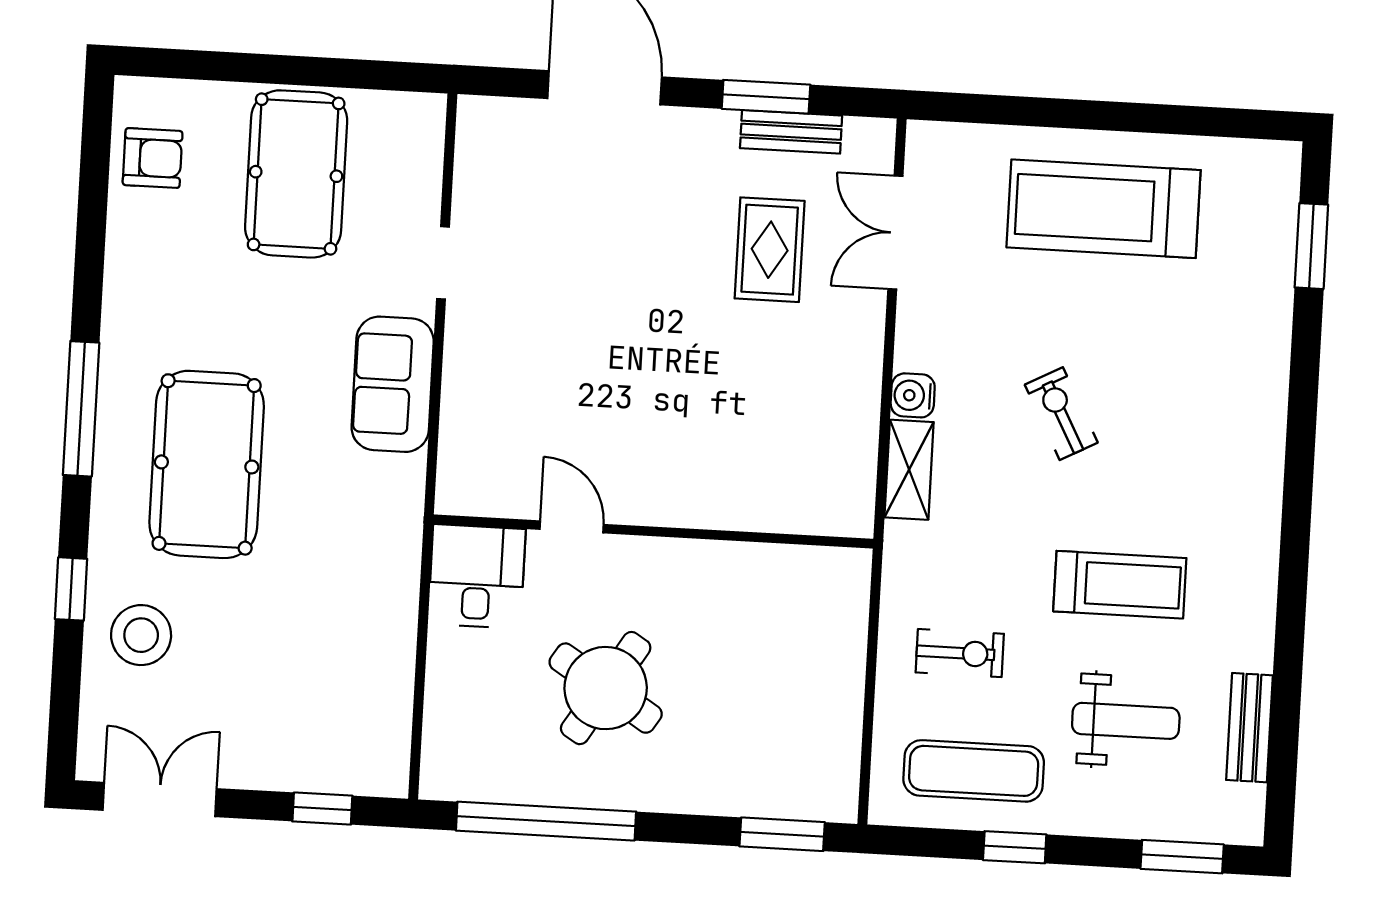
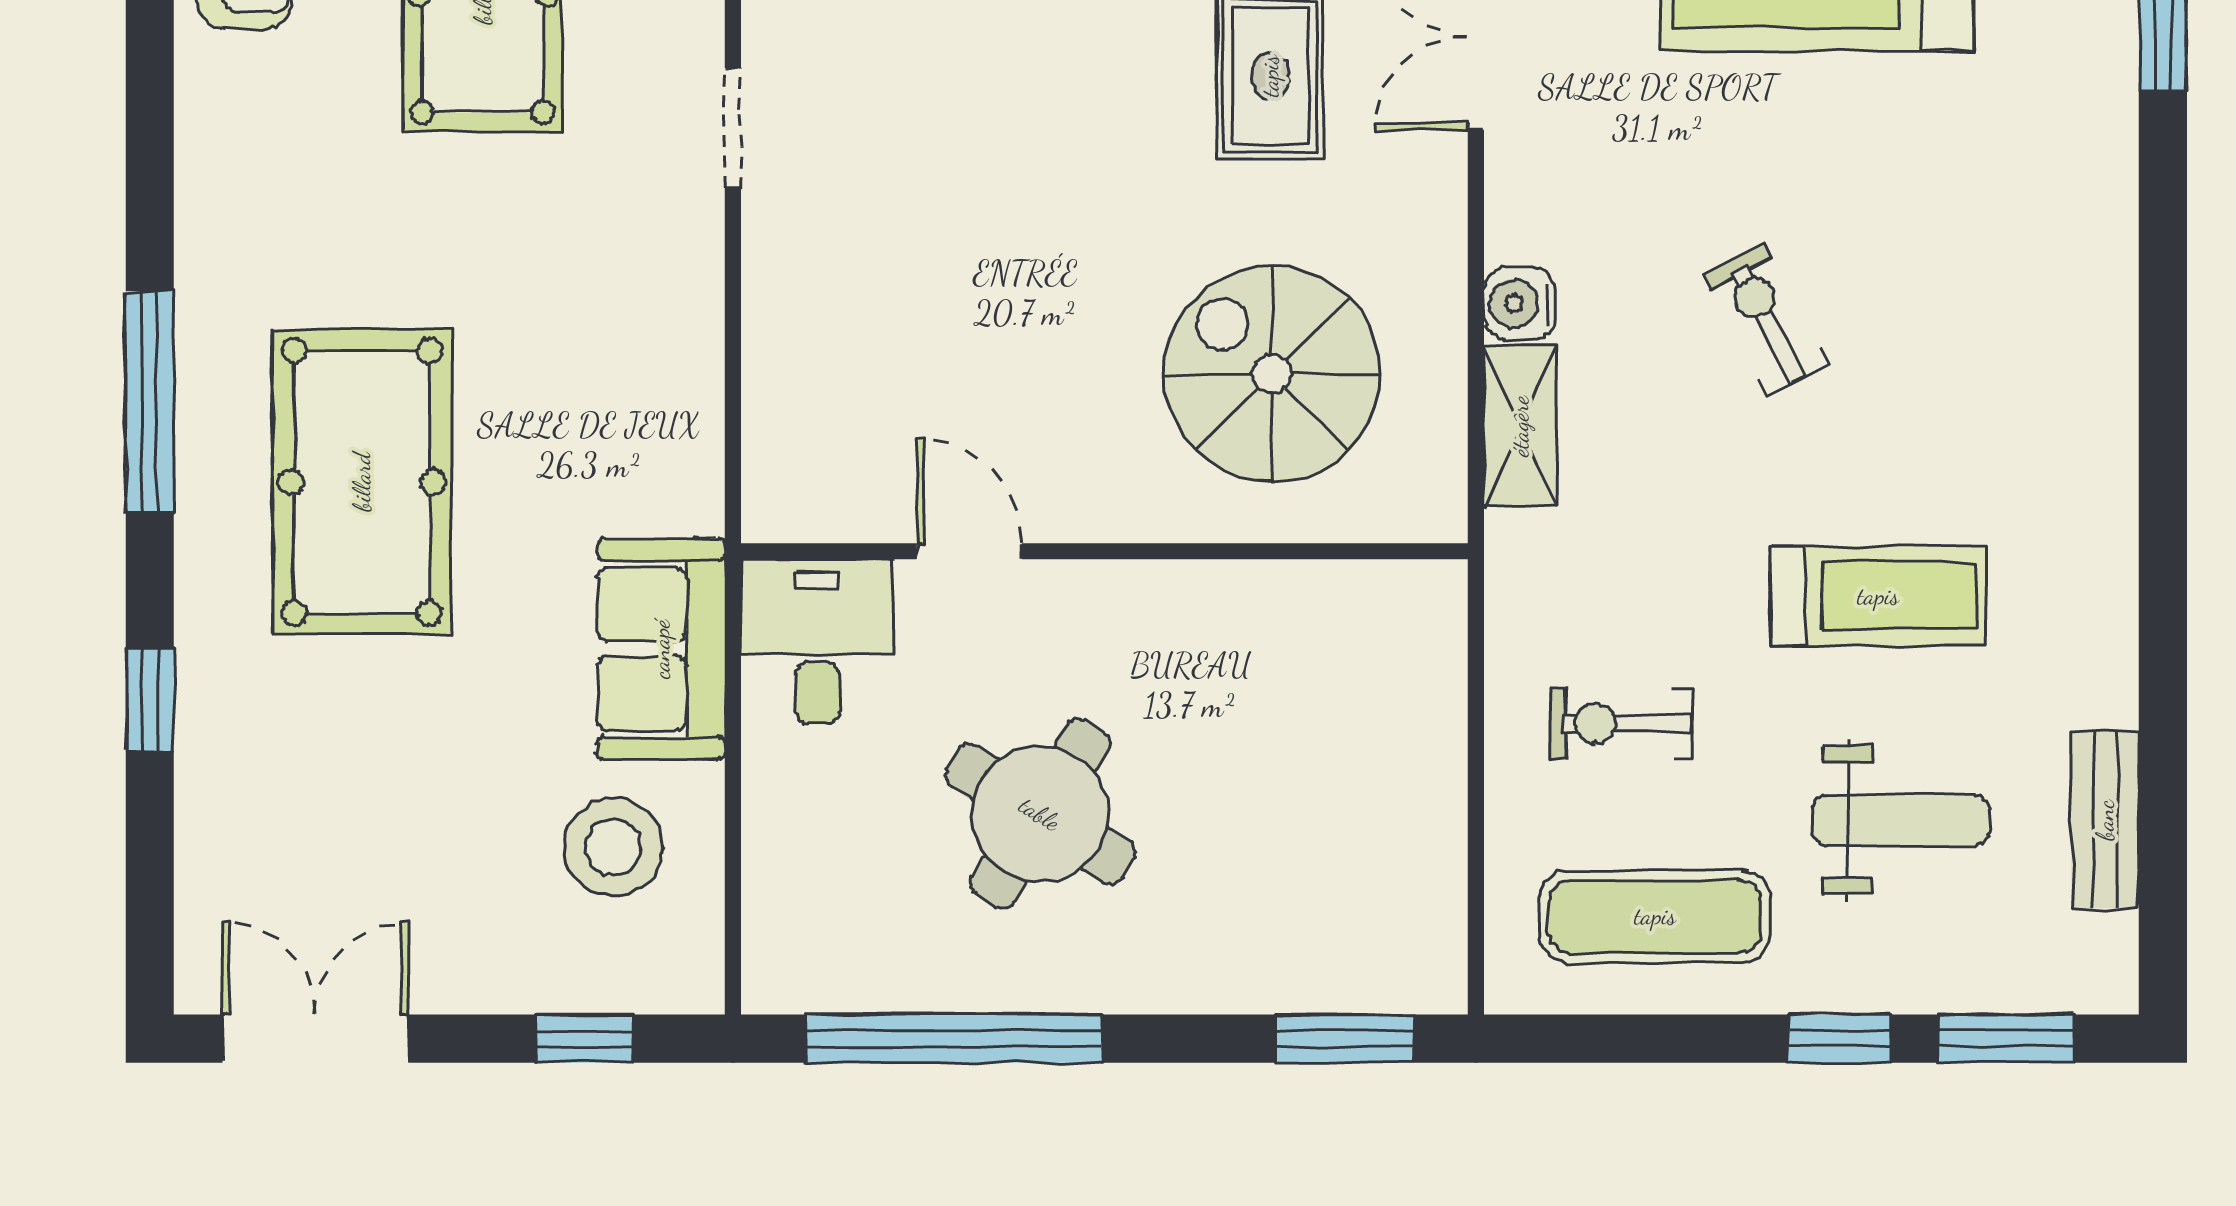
sofa: (393, 384) -> (661, 649), moved
spiral stairs: (761, 430) -> (1272, 374), added
stool: (141, 635) -> (613, 847), moved
exercise bike: (960, 653) -> (1621, 724), turned 180
window: (1015, 847) -> (1839, 1039), moved

